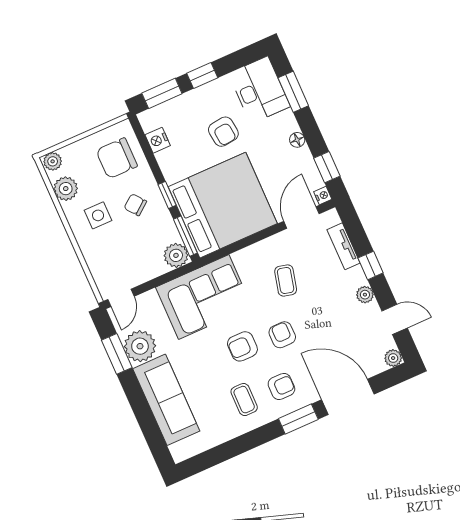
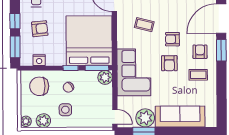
armchair: (223, 132) -> (40, 29), moved
chair: (117, 158) -> (39, 86), turned 90

